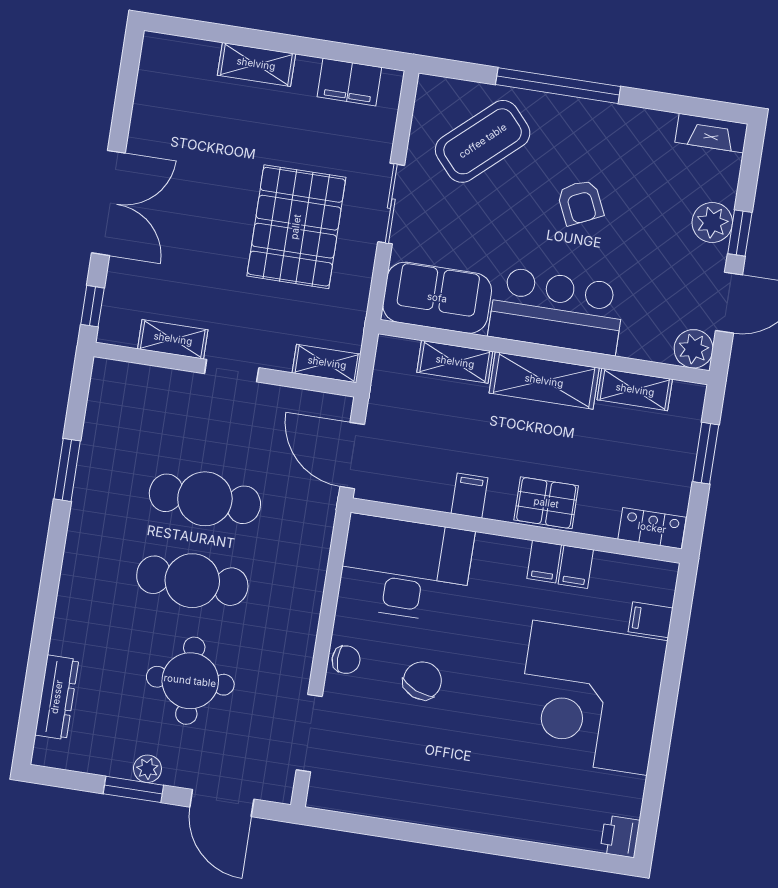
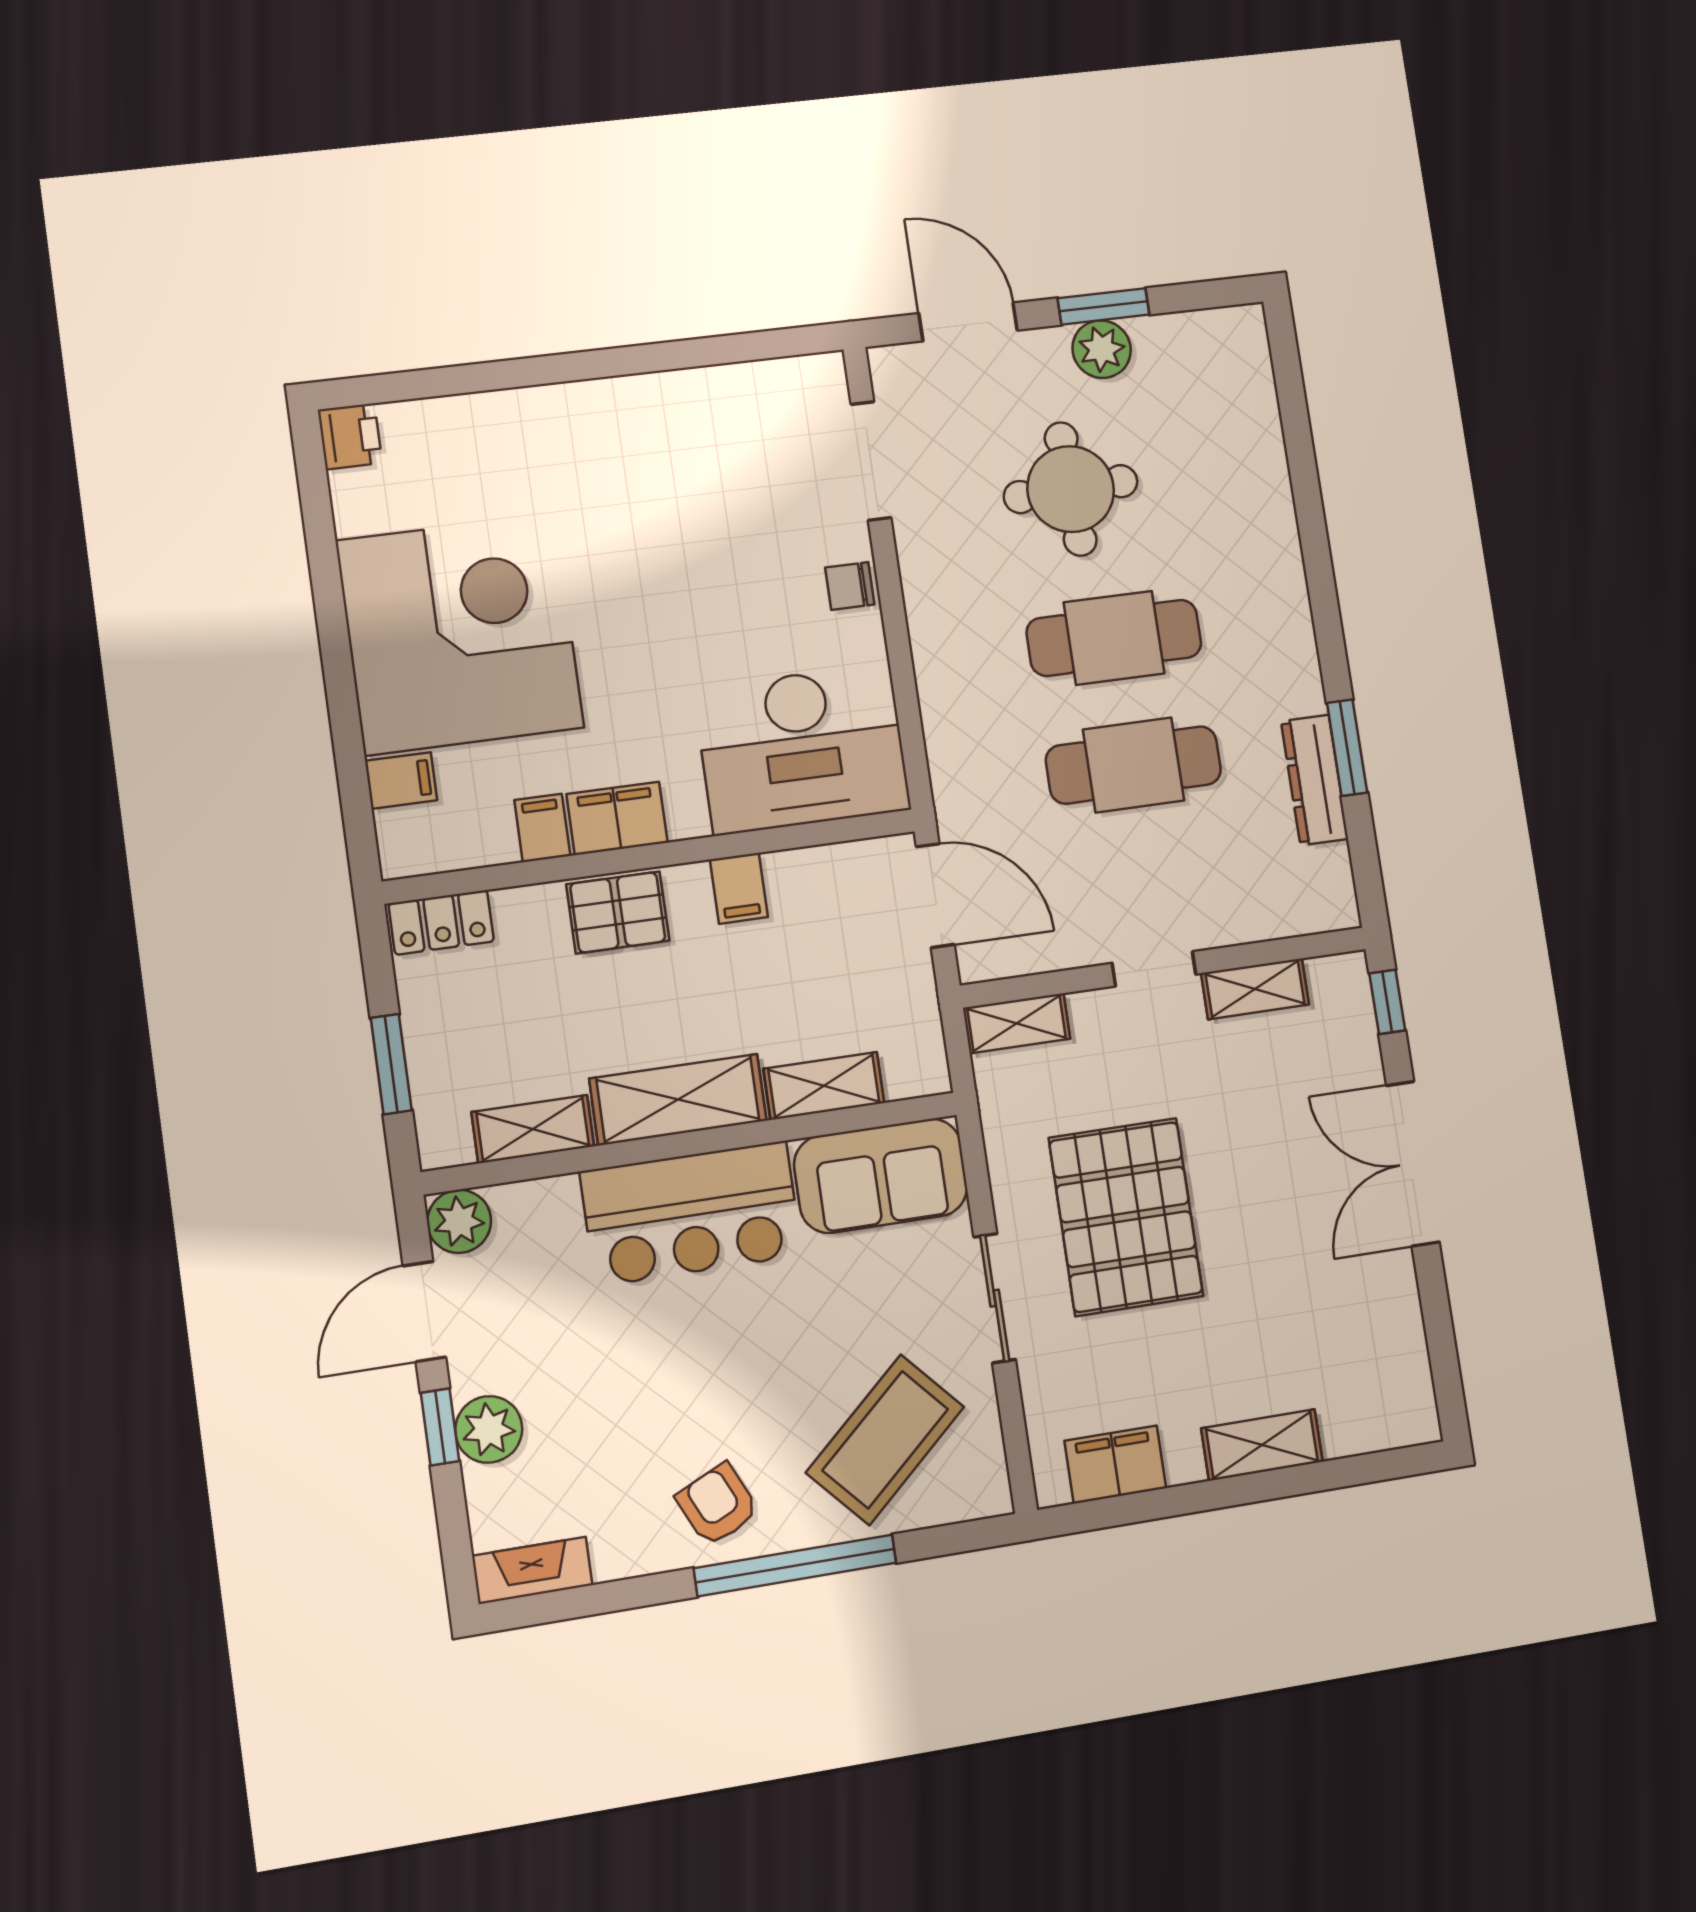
armchair: (580, 202) -> (718, 1505), moved
filing cabinet: (544, 562) -> (617, 818), width x2.00
chair: (422, 681) -> (725, 587), removed
dresser: (57, 697) -> (1315, 780), moved
plant: (147, 769) -> (1102, 349), width x1.38, depth x1.38

